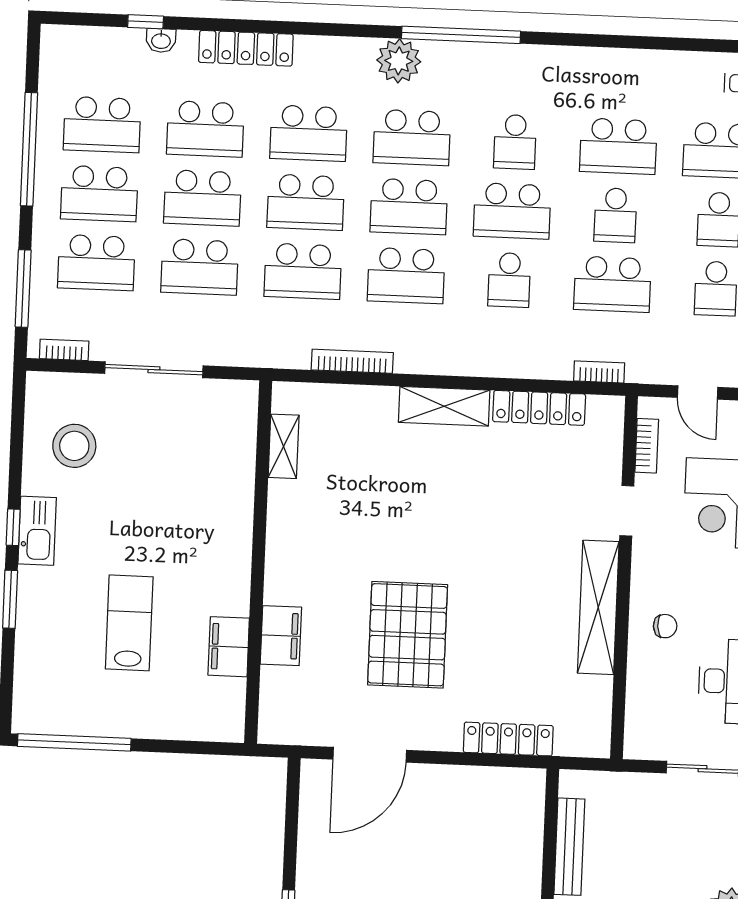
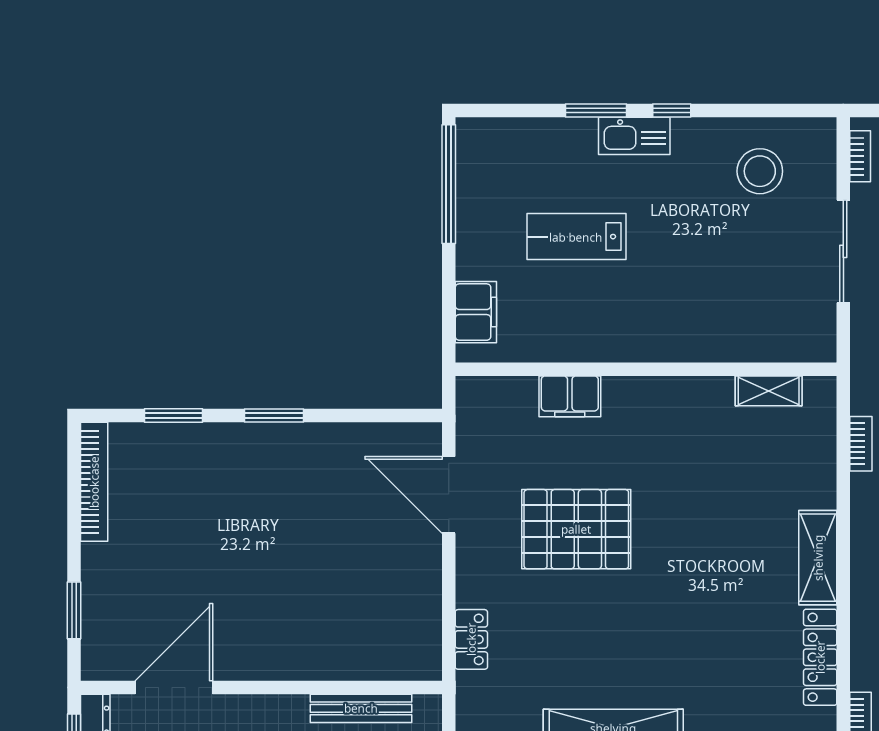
bookcase: (352, 361) -> (861, 444), width x0.64
kitchen sink: (37, 531) -> (634, 136), moved
lab bench: (129, 623) -> (576, 237), turned 180
filing cabinet: (229, 647) -> (476, 312), moved, turned 90
locker: (508, 739) -> (471, 639), width x0.66

